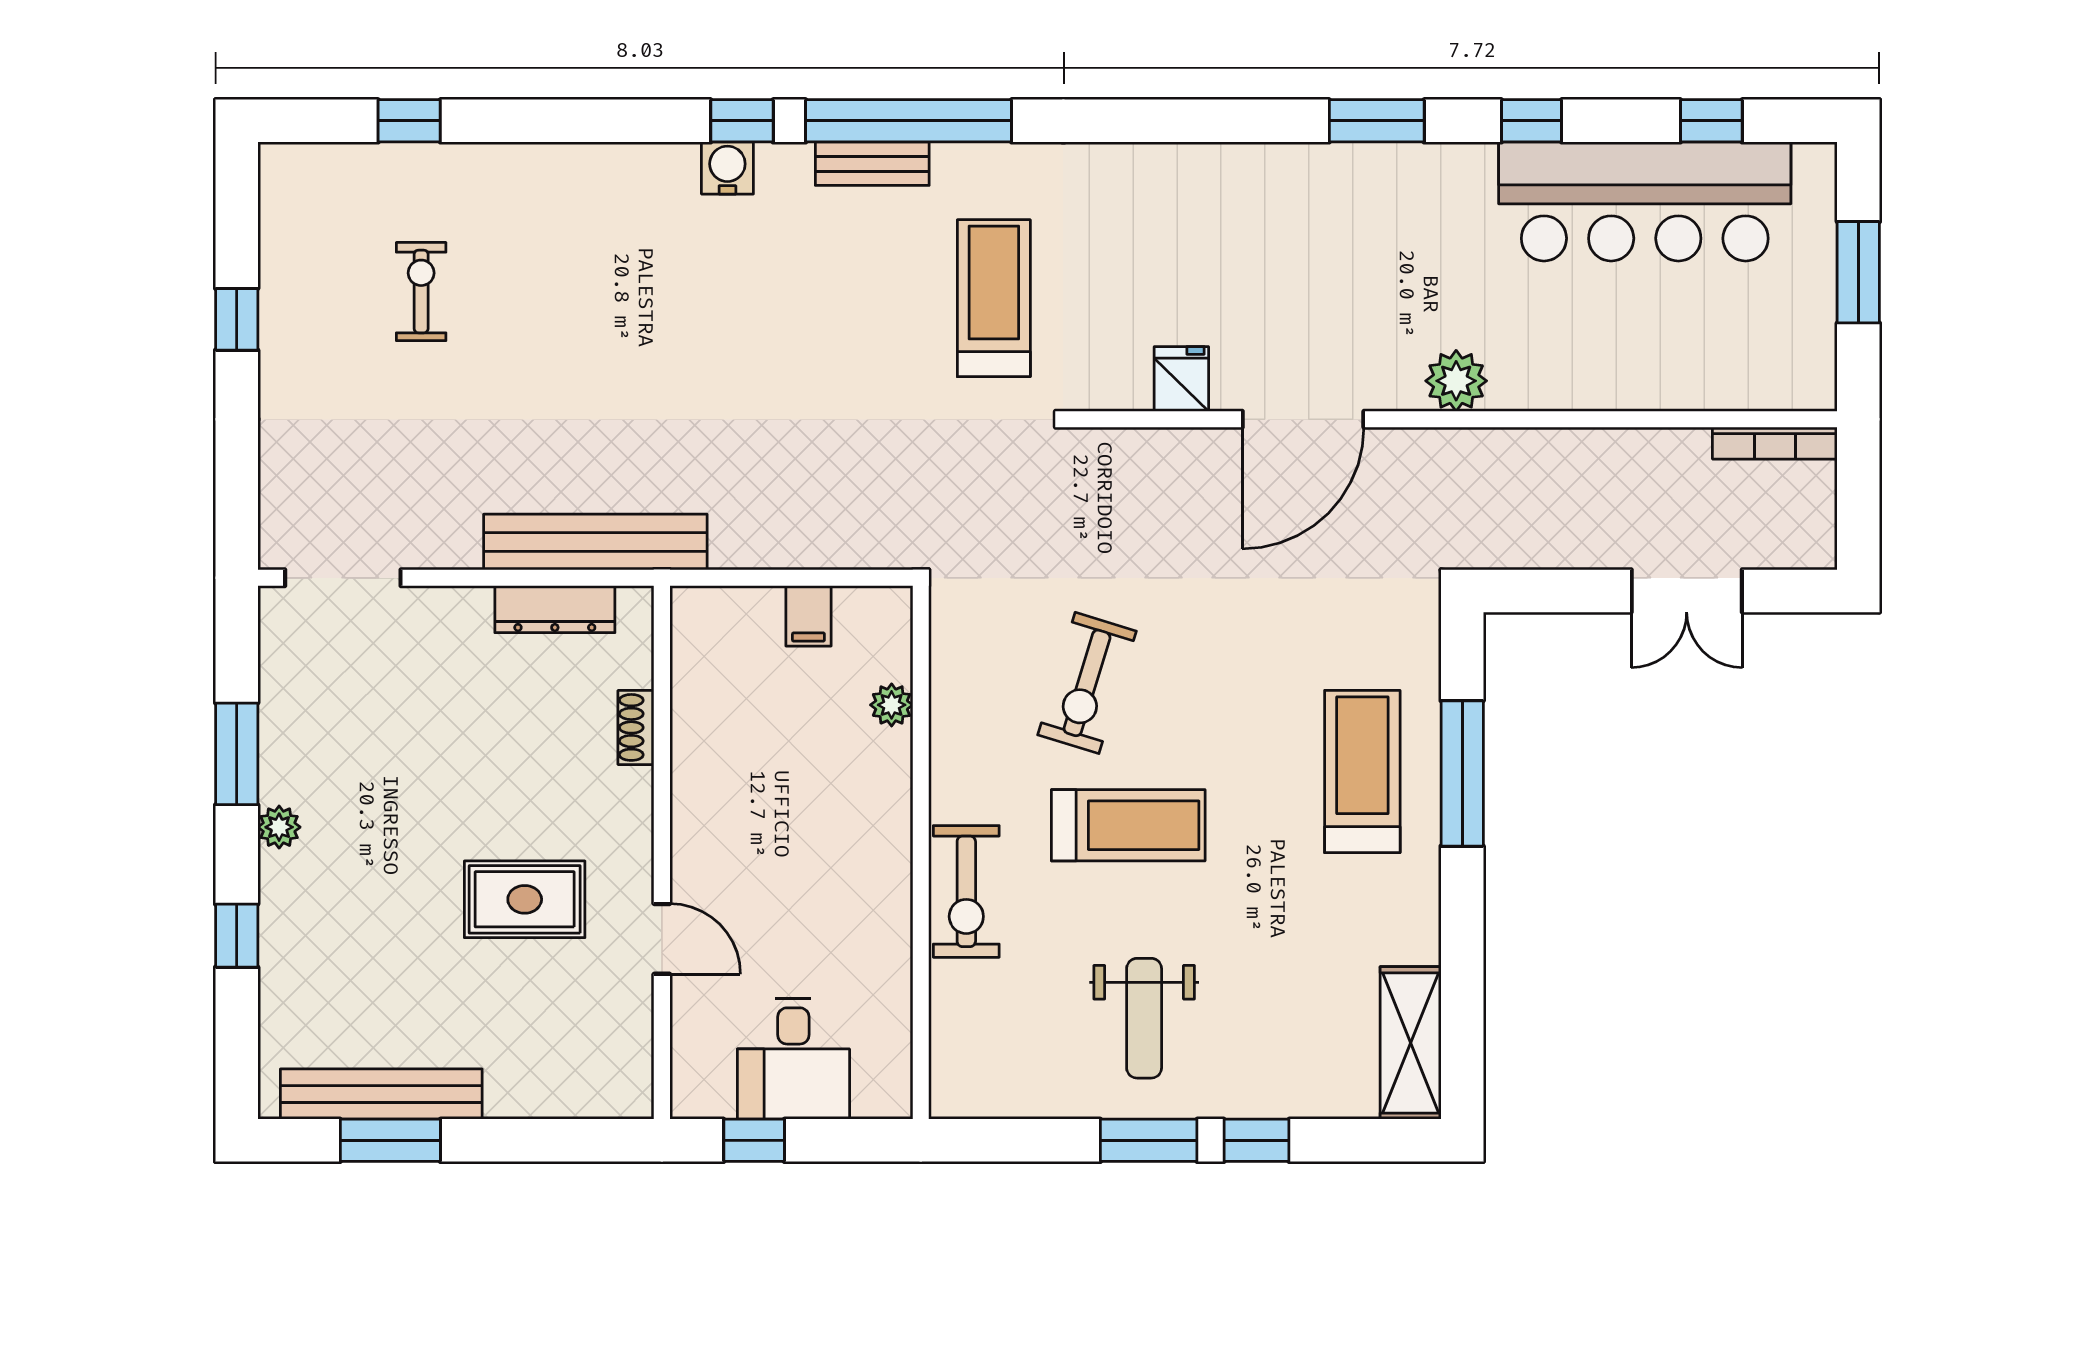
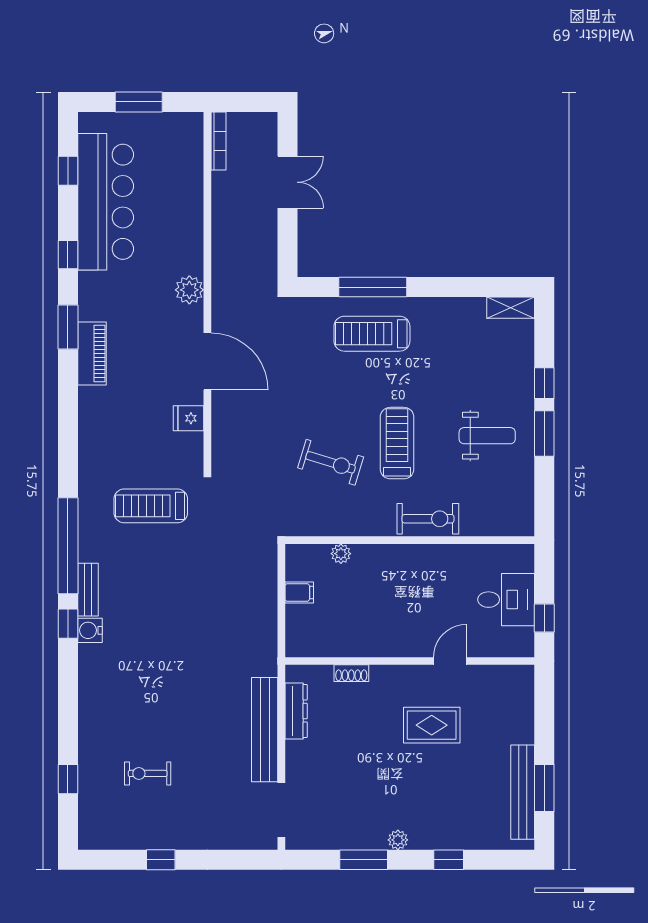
bench: (872, 164) -> (88, 590), moved
piano: (1320, 172) -> (92, 354), added
bench: (595, 542) -> (265, 730), moved
rug: (525, 899) -> (432, 725), turned 90
shelving: (1411, 1043) -> (511, 308), width x0.67, depth x0.75

